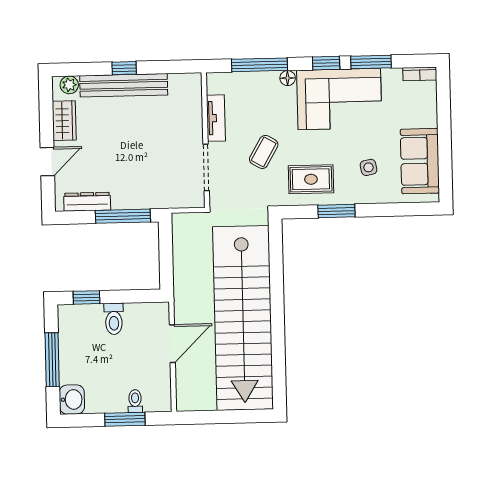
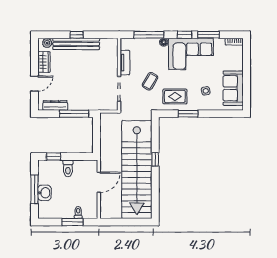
window: (277, 298) -> (155, 159), added
washbasin: (72, 400) -> (44, 193), moved

